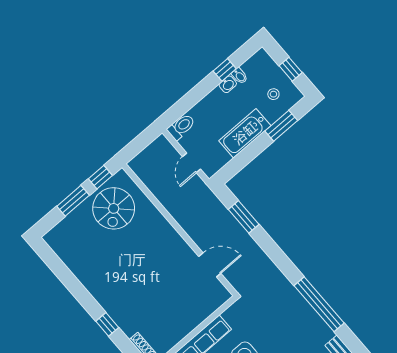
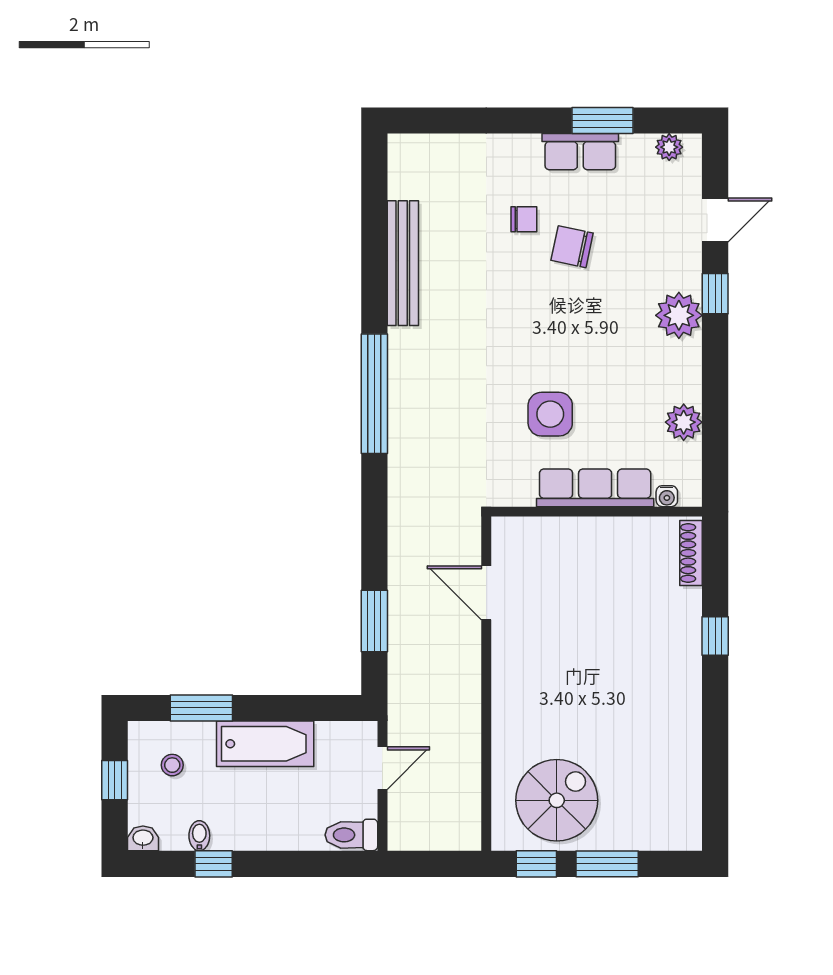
washbasin: (228, 84) -> (143, 838), moved

